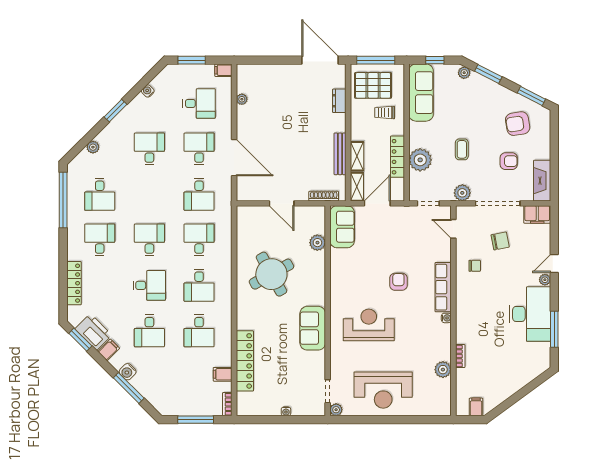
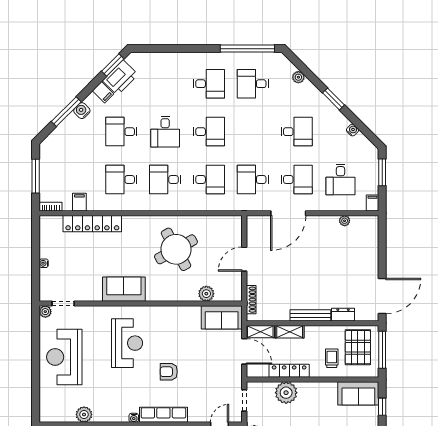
sofa: (421, 93) -> (358, 393), width x0.73
bench: (340, 154) -> (310, 315), moved
armchair: (398, 282) -> (169, 372), turned 180
locker: (74, 283) -> (167, 59), removed

